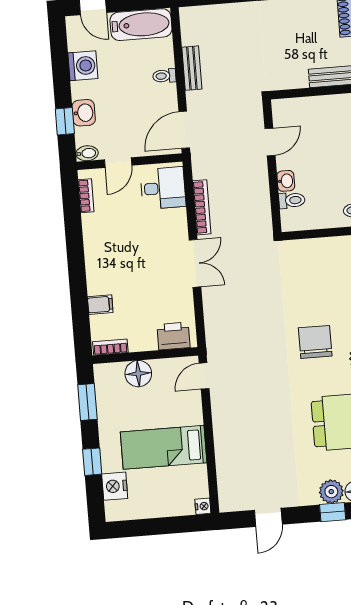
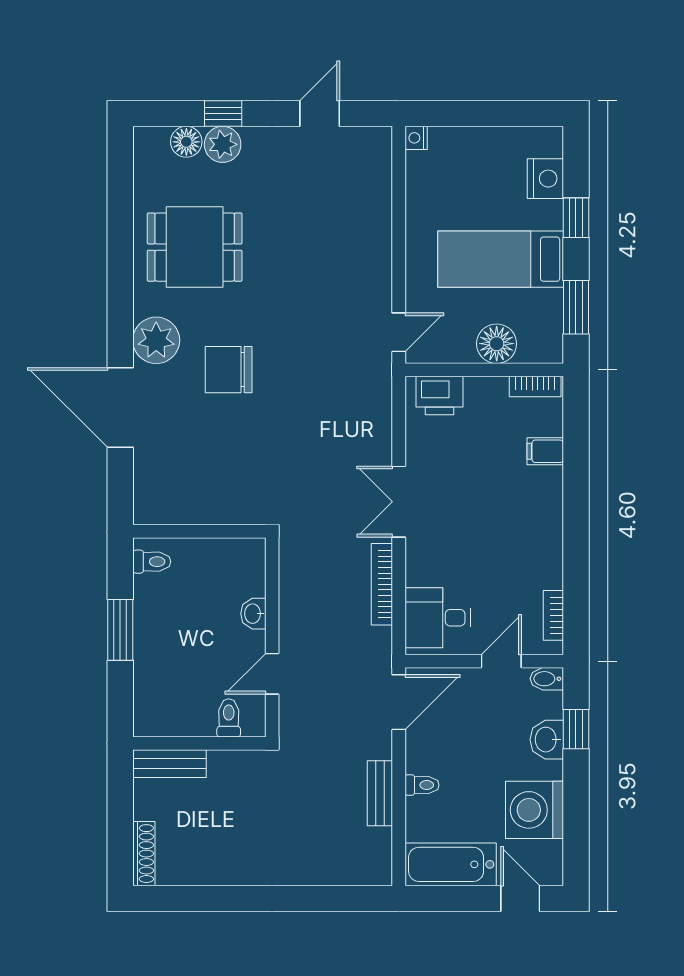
washing machine: (83, 66) -> (535, 810), width x1.37, depth x1.37
toilet: (292, 200) -> (229, 718), moved, turned 90
chair: (315, 342) -> (229, 370), turned 90
bed: (164, 447) -> (501, 259), moved, turned 180

